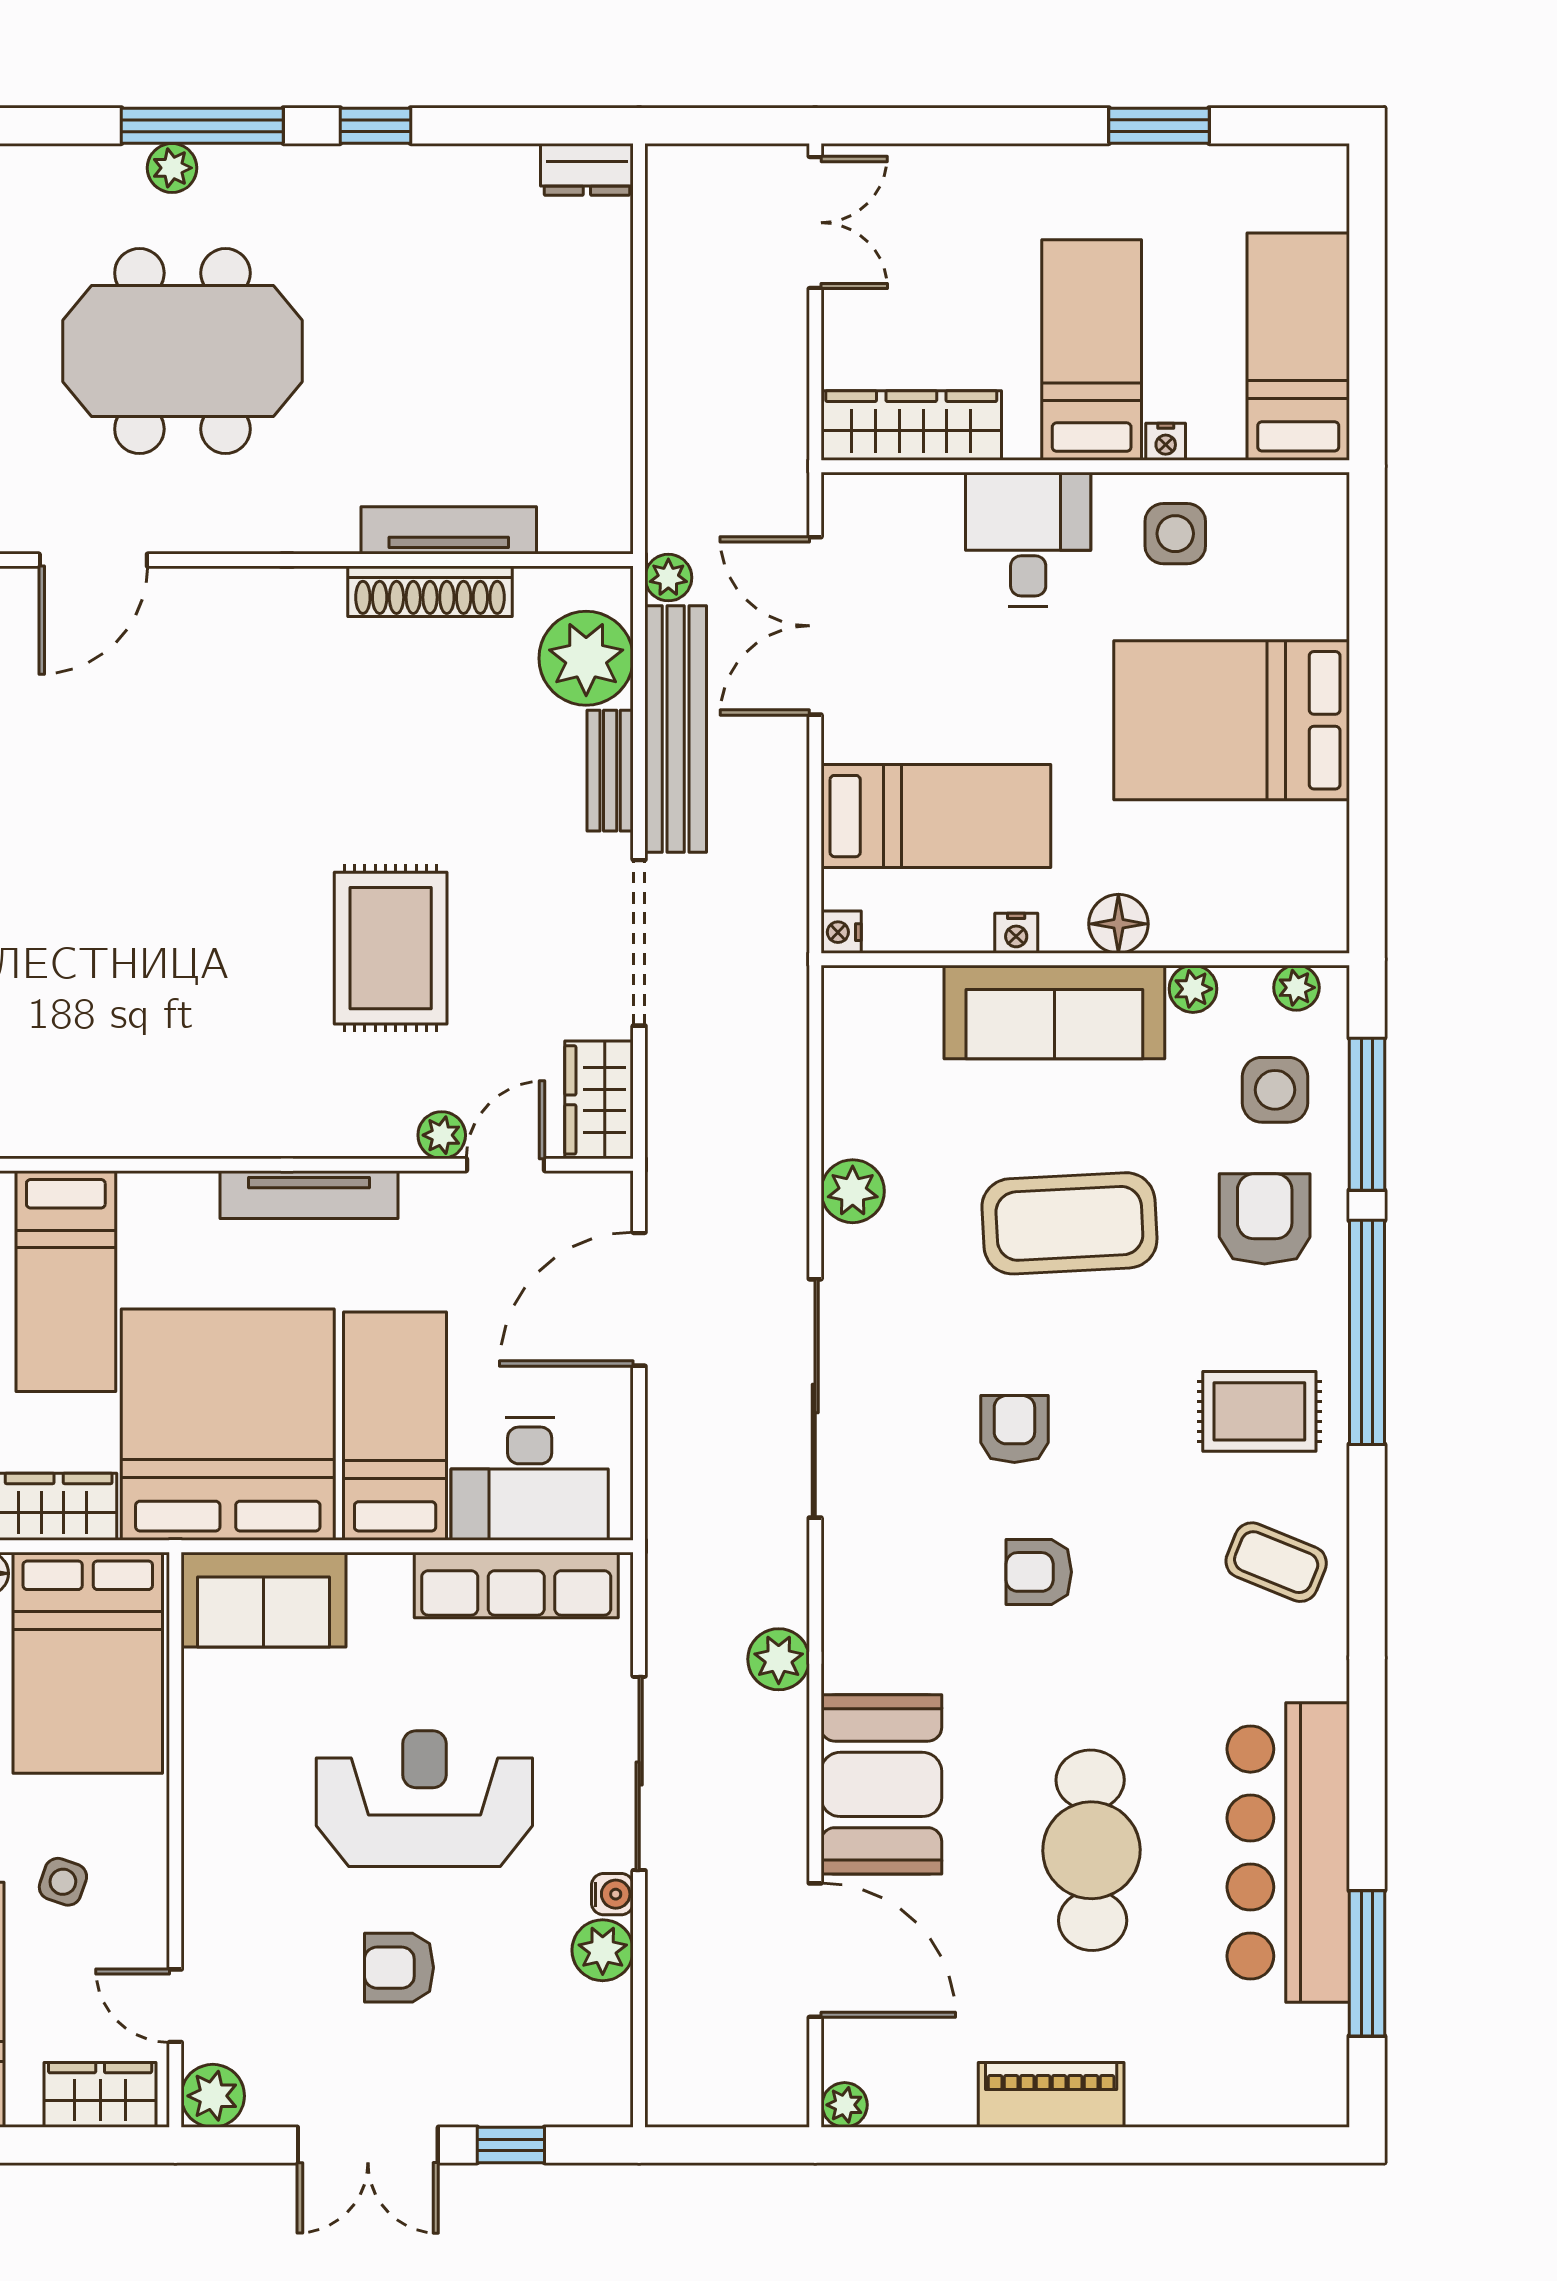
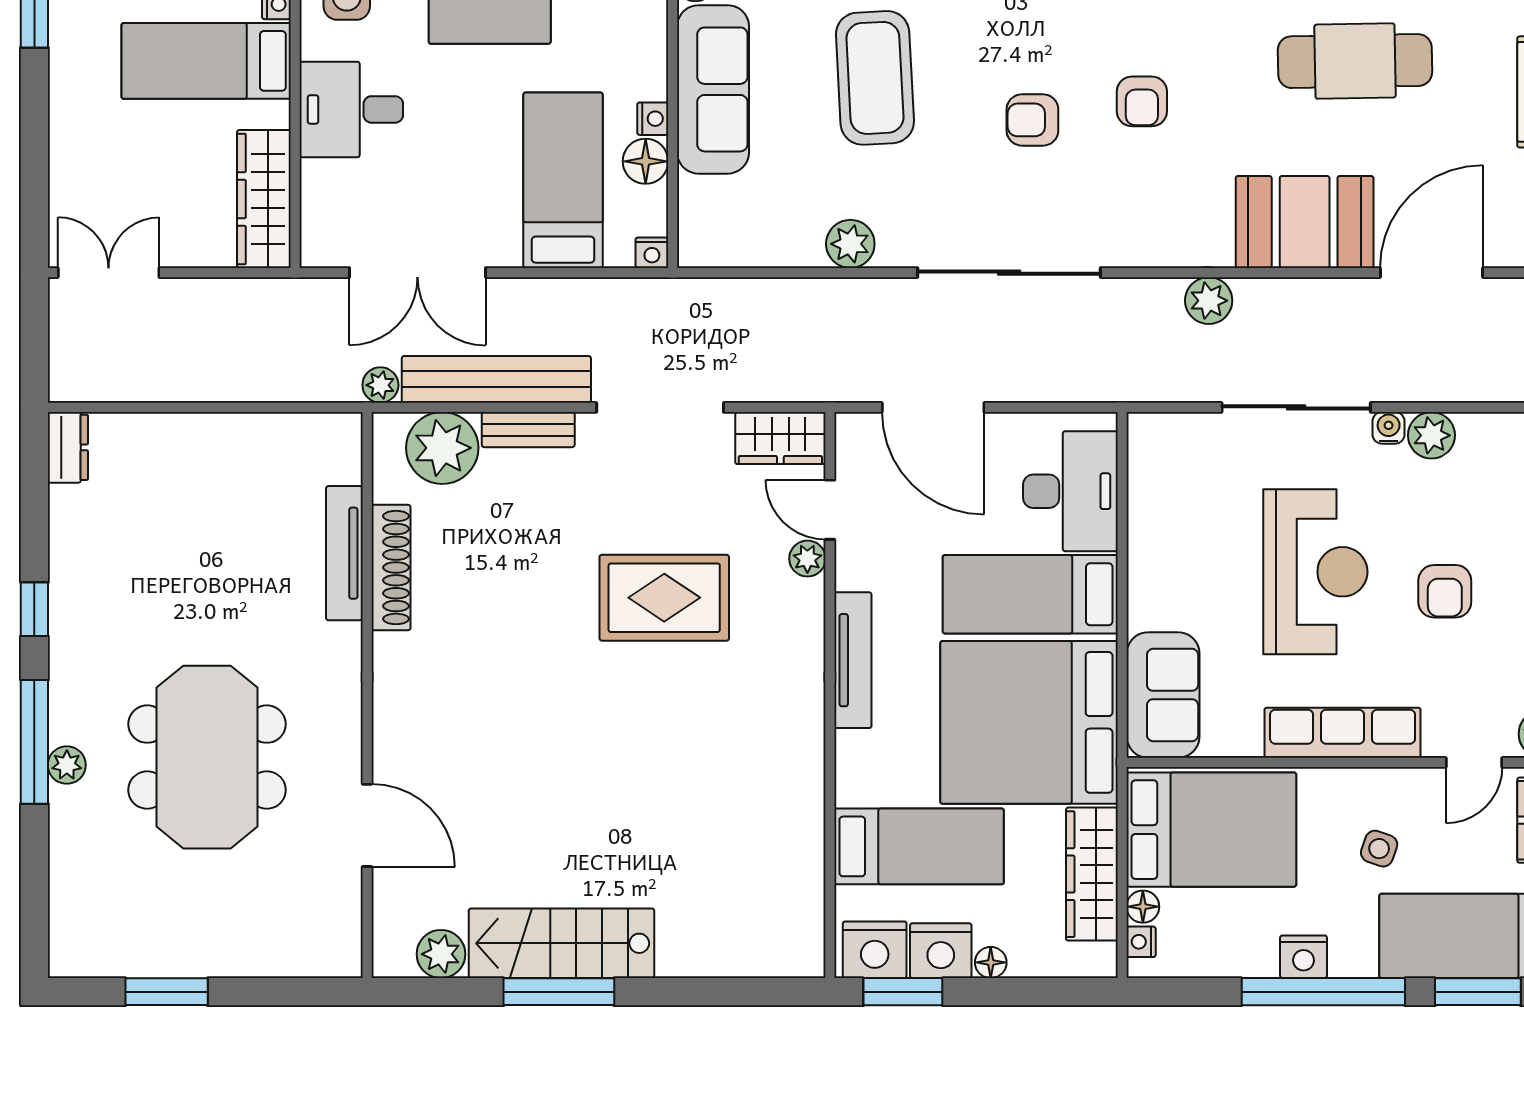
floor lamp: (1118, 924) -> (646, 161), moved
row of seats: (516, 1585) -> (1343, 733), moved, turned -90
reception desk: (424, 1799) -> (1315, 572), turned 180

